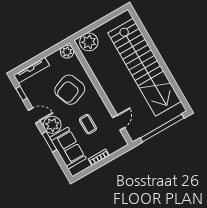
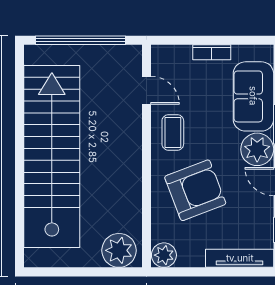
door: (119, 123) -> (147, 90), swing flipped
coffee table: (88, 124) -> (173, 132), moved

